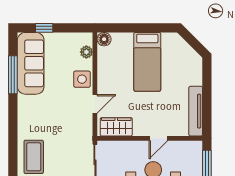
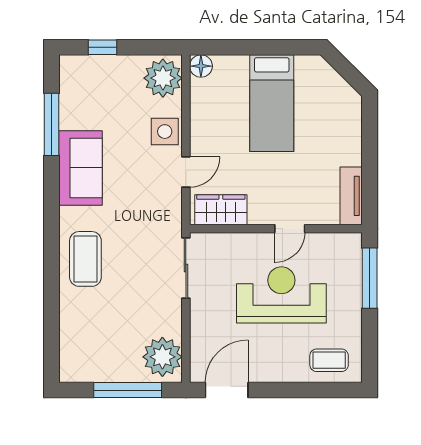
plant: (86, 52) -> (163, 78), width x1.87, depth x1.87
sofa: (31, 63) -> (81, 168), moved, width x0.73
tv unit: (196, 111) -> (351, 196), width x0.71

